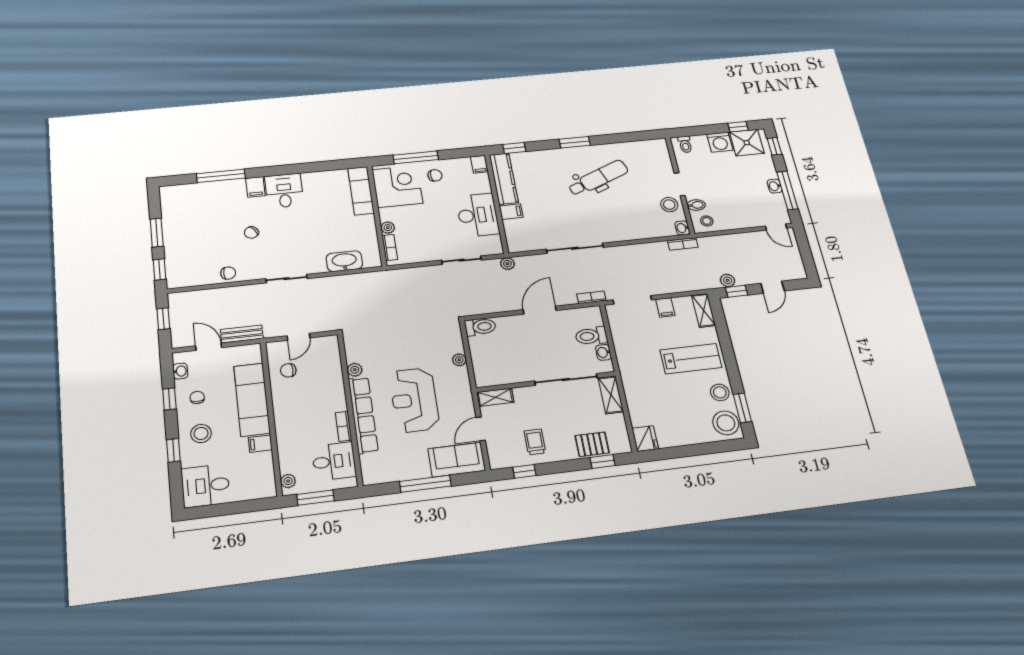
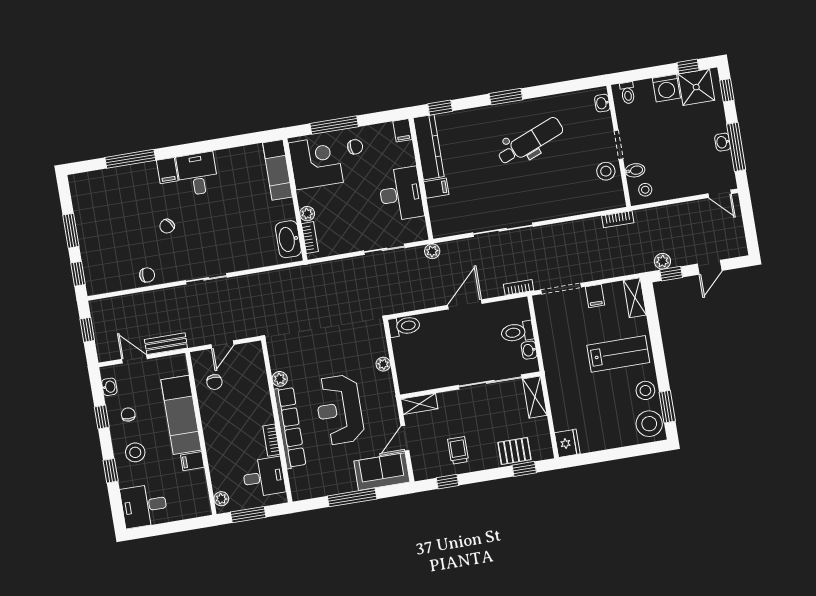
washbasin: (682, 228) -> (602, 103), moved
washbasin: (344, 261) -> (288, 239), moved, turned -90
chair: (288, 370) -> (214, 382), turned -91

